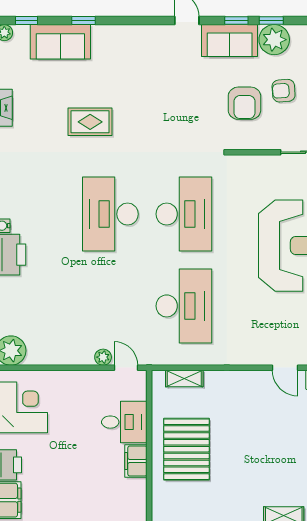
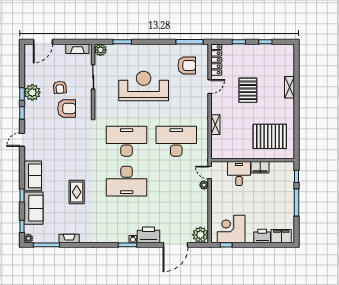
sofa: (230, 41) -> (33, 176), moved
door: (126, 368) -> (210, 173), hinge flipped
shelving: (184, 378) -> (215, 125), moved
pallet: (278, 439) -> (248, 90), added
pallet: (186, 449) -> (270, 136), moved

